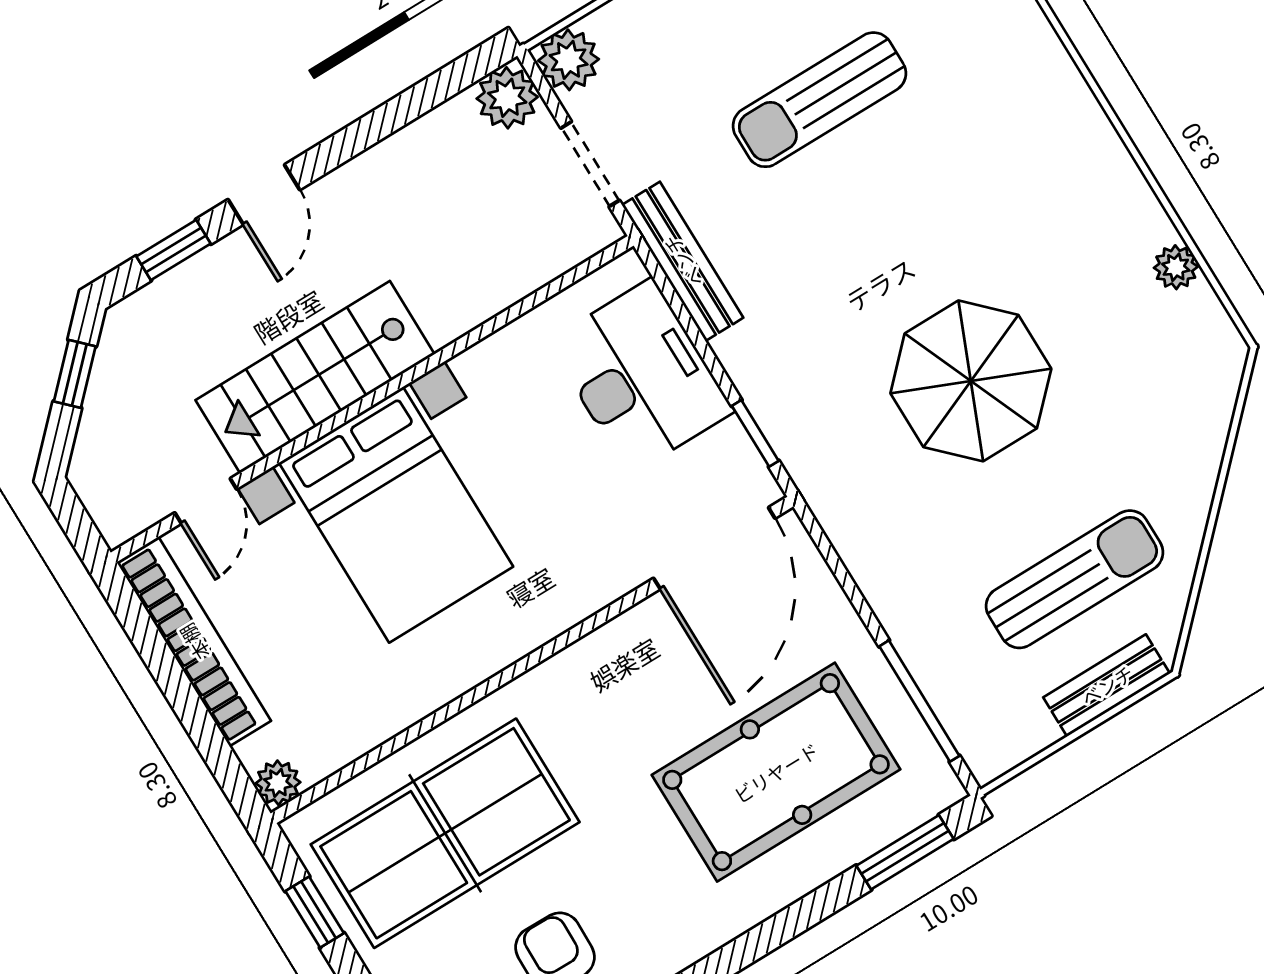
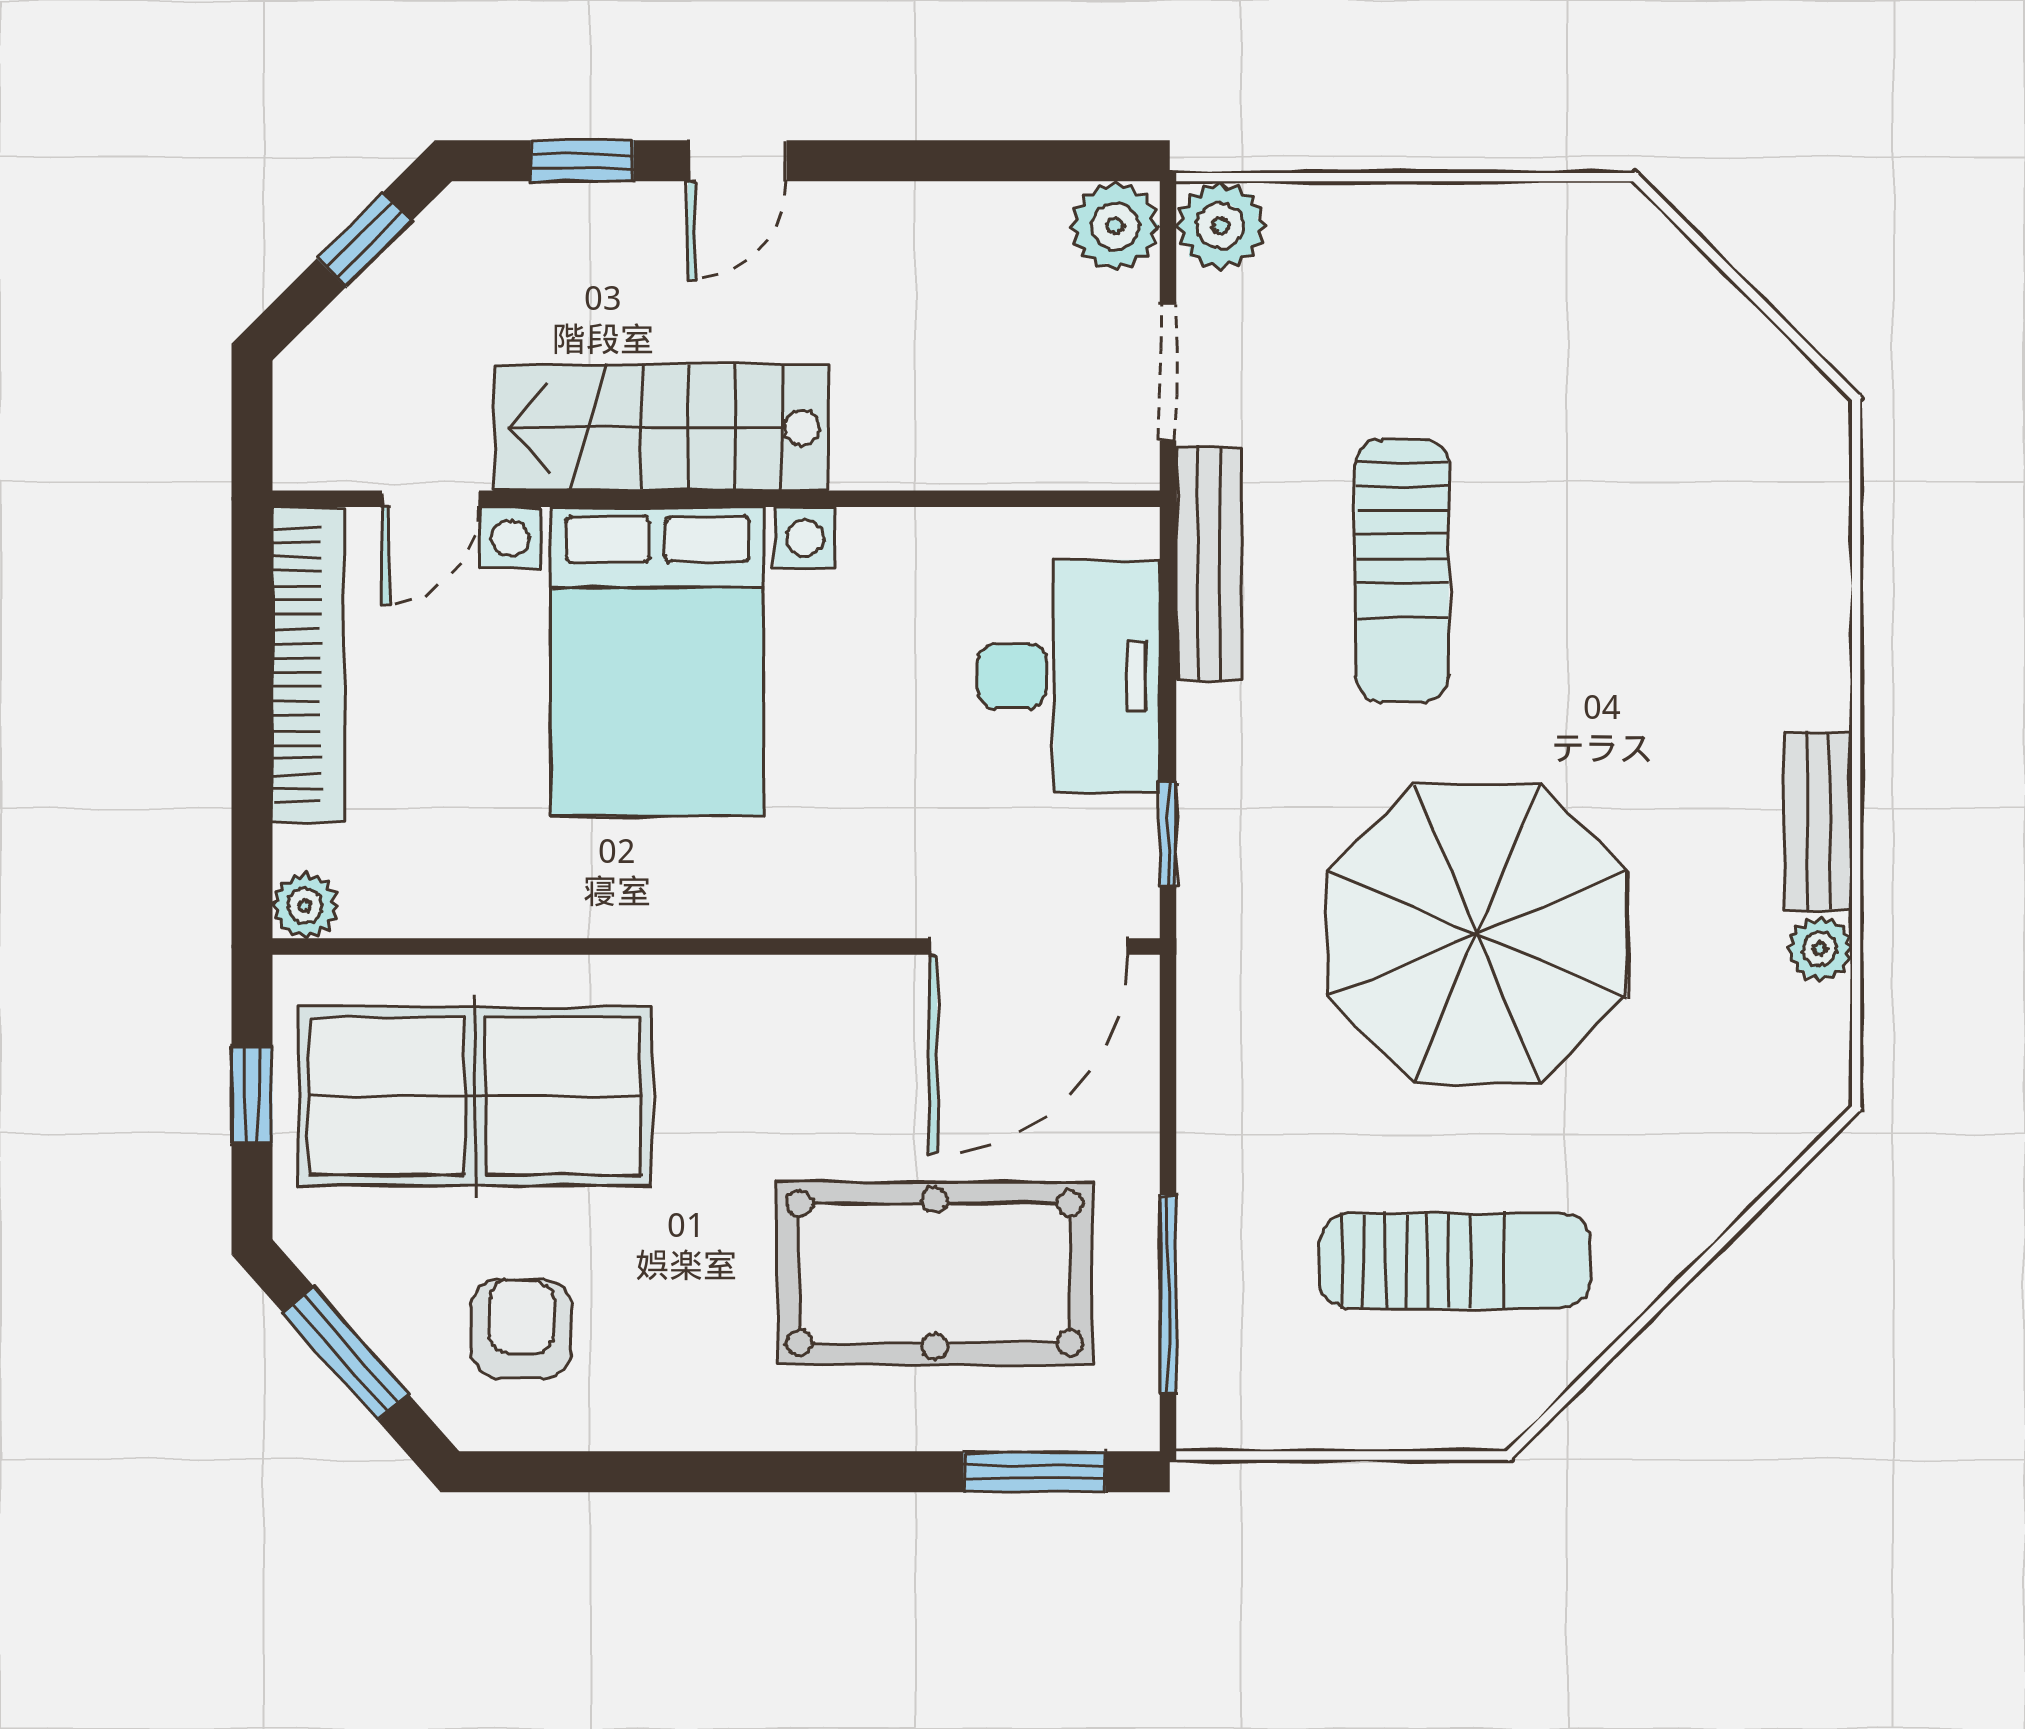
sun lounger: (819, 100) -> (1402, 570), moved, turned -90
parasol: (971, 381) -> (1477, 934), width x1.36, depth x1.36
bench: (1107, 685) -> (1818, 822), moved, turned 90

